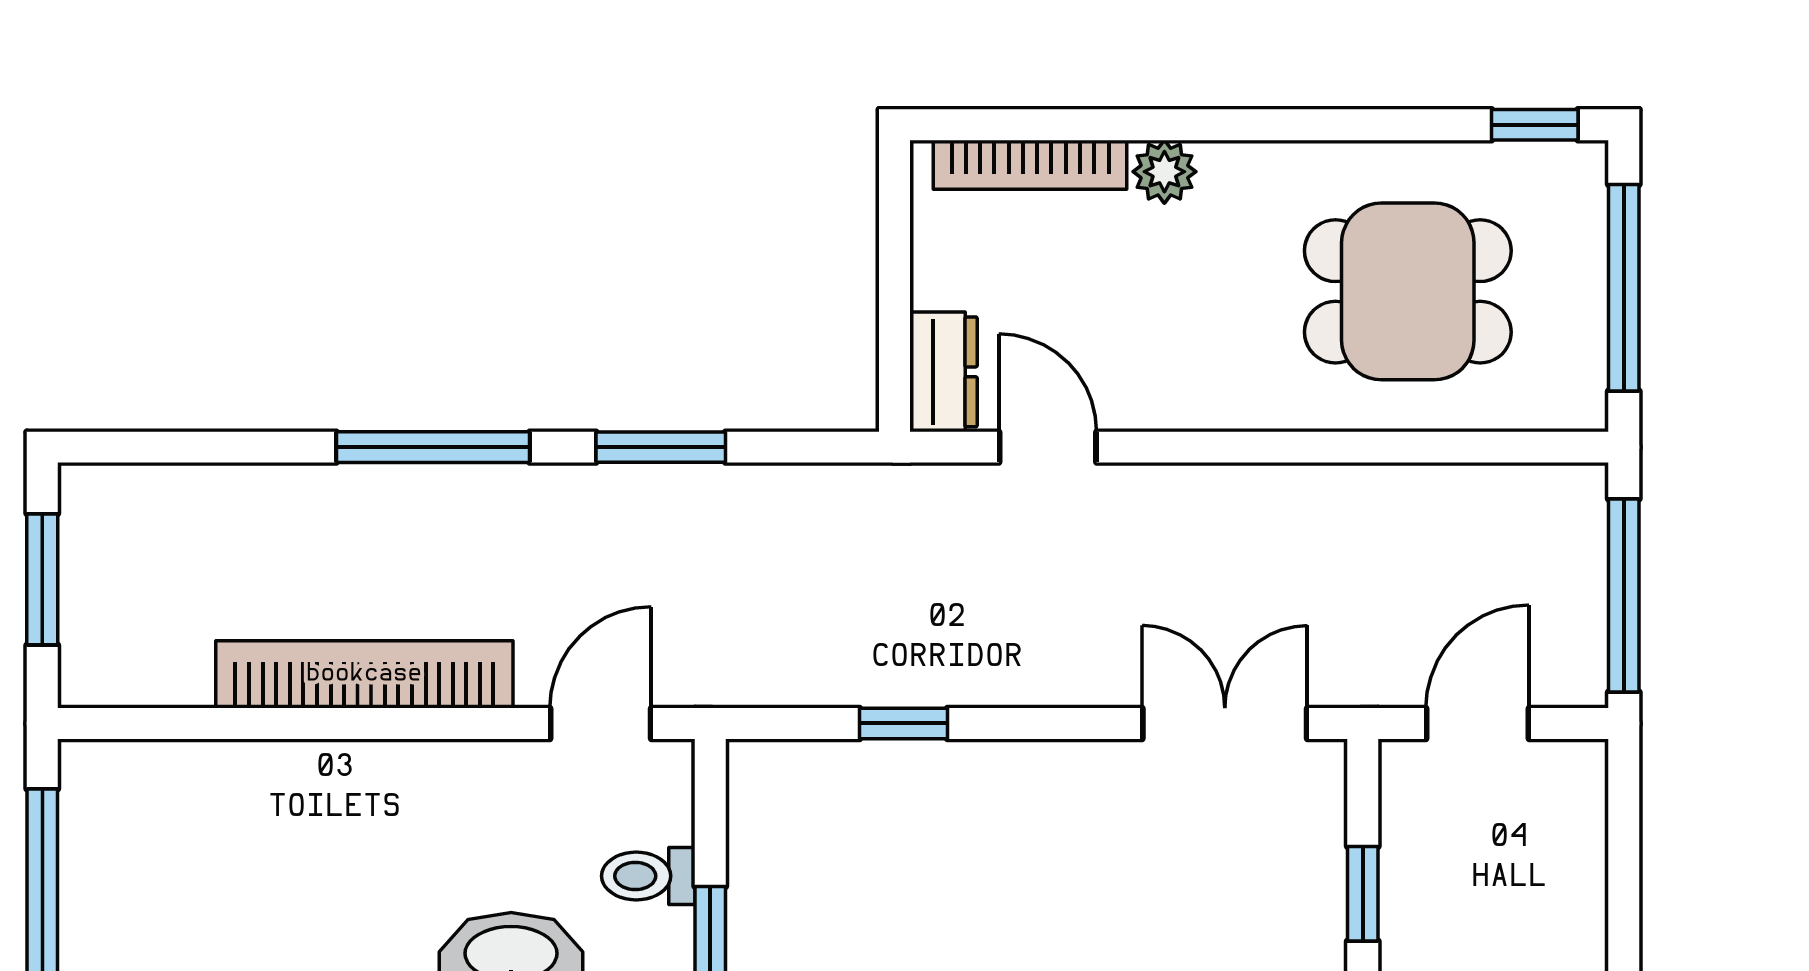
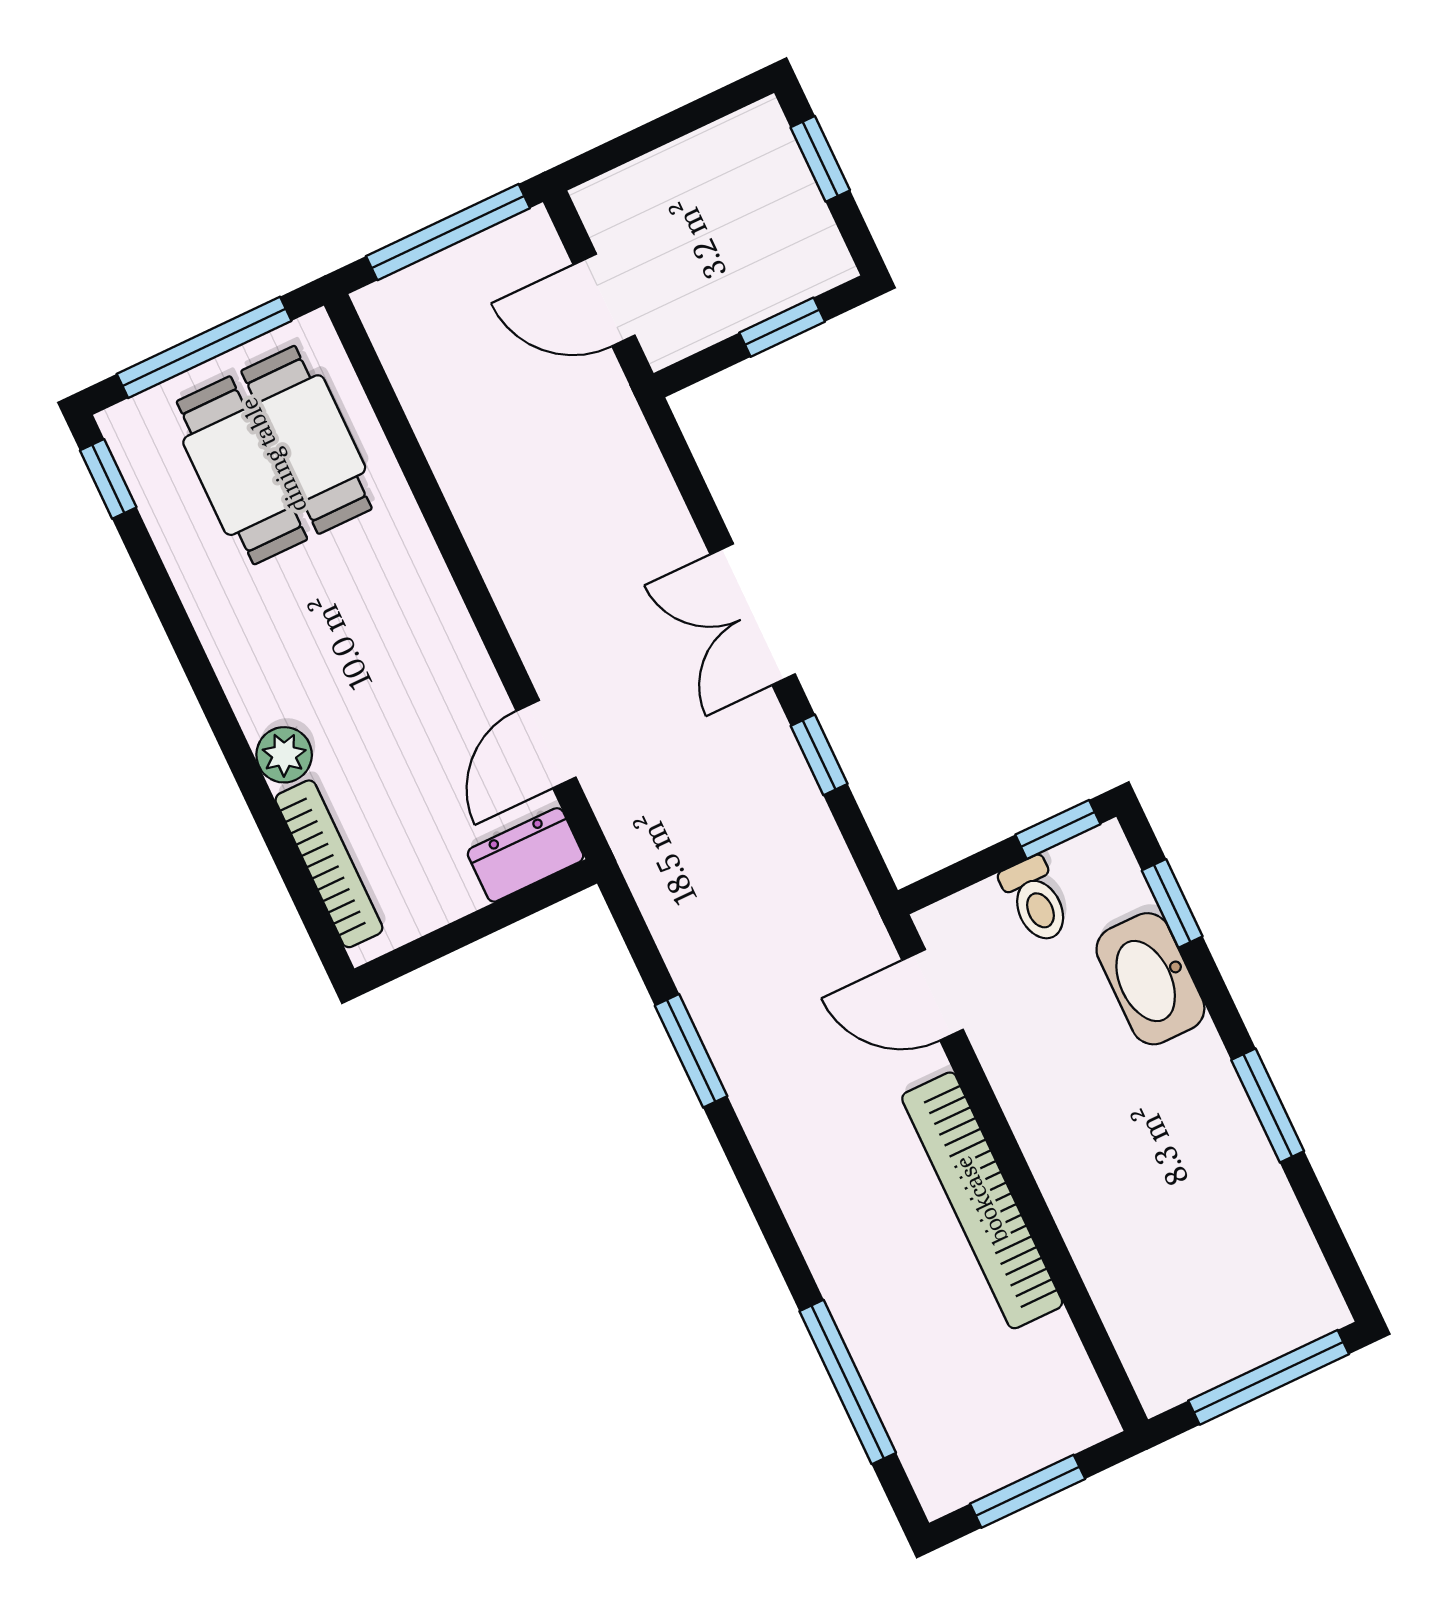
dining table: (1408, 291) -> (274, 455), moved
window: (433, 447) -> (848, 1382), moved
double door: (1225, 723) -> (753, 614), moved

